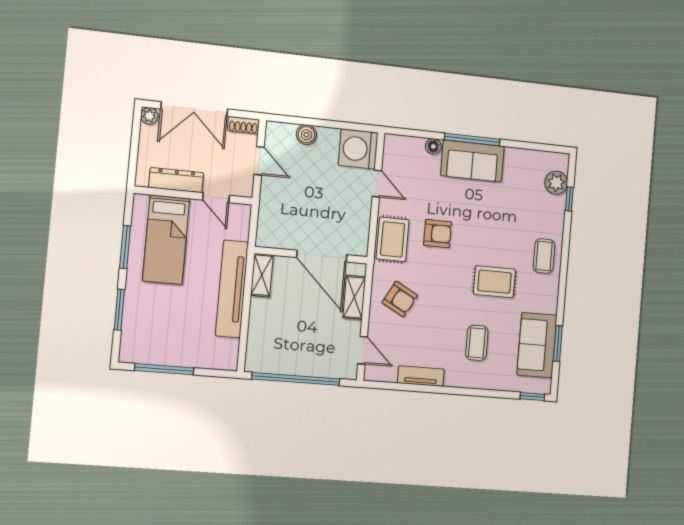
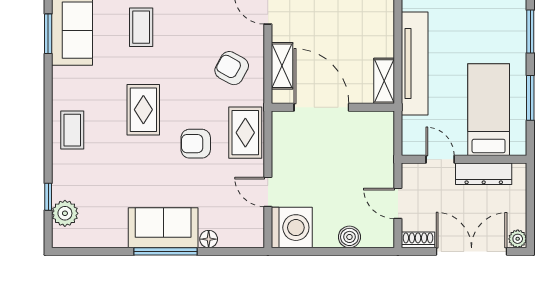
rug: (494, 282) -> (143, 110), moved, turned 90

